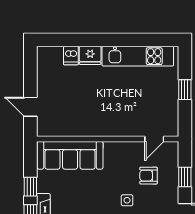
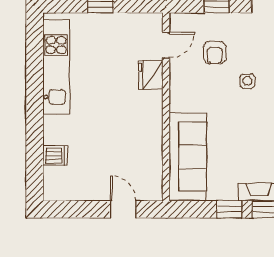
fridge: (90, 55) -> (151, 75), moved, turned 180
door: (30, 107) -> (123, 209), swing flipped
door: (154, 139) -> (166, 45), hinge flipped

